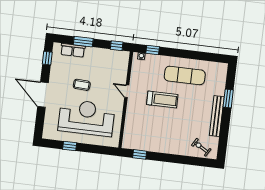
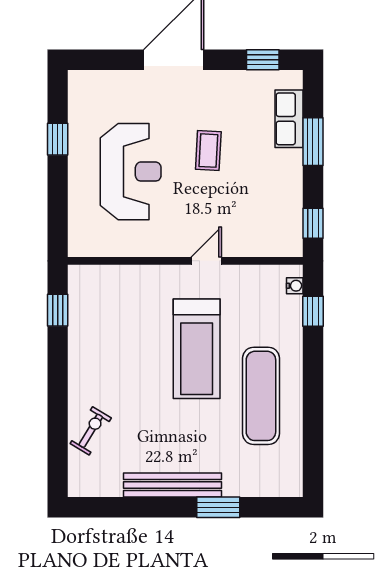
treadmill: (162, 99) -> (197, 349), width x1.37, depth x1.38
reception desk: (86, 118) -> (131, 172), width x0.74, depth x0.77
exercise bike: (201, 147) -> (91, 431), moved

